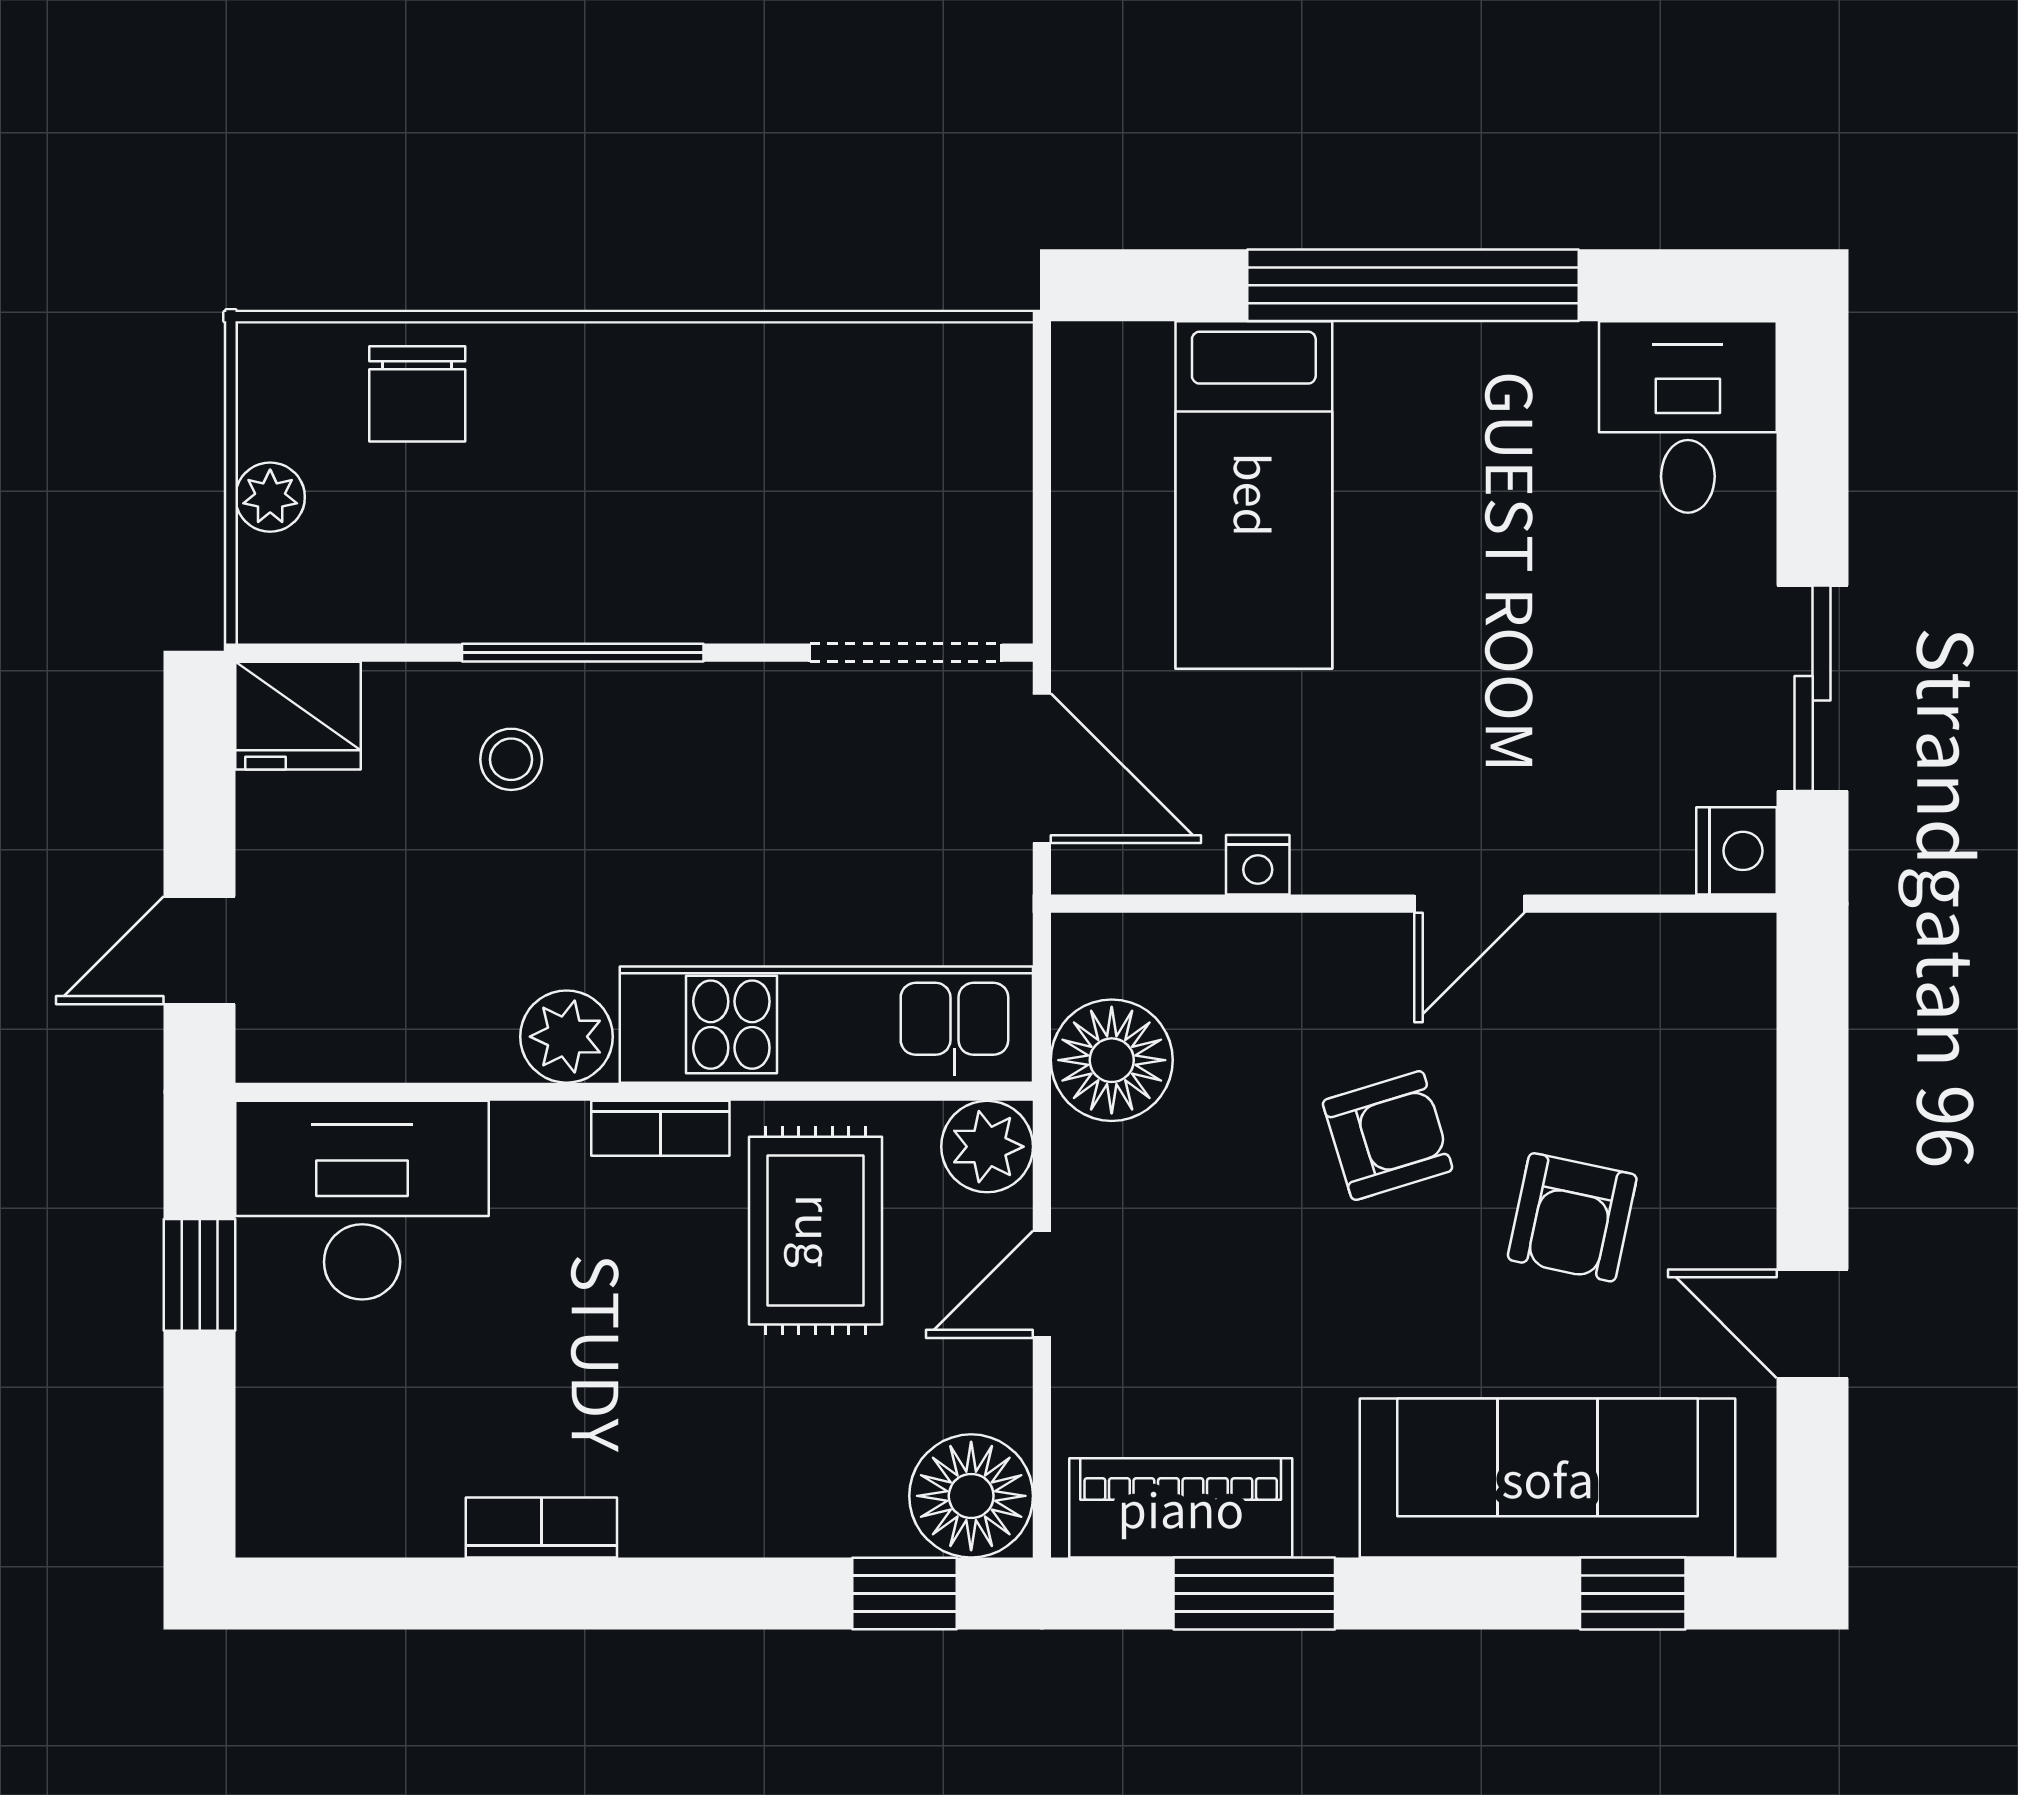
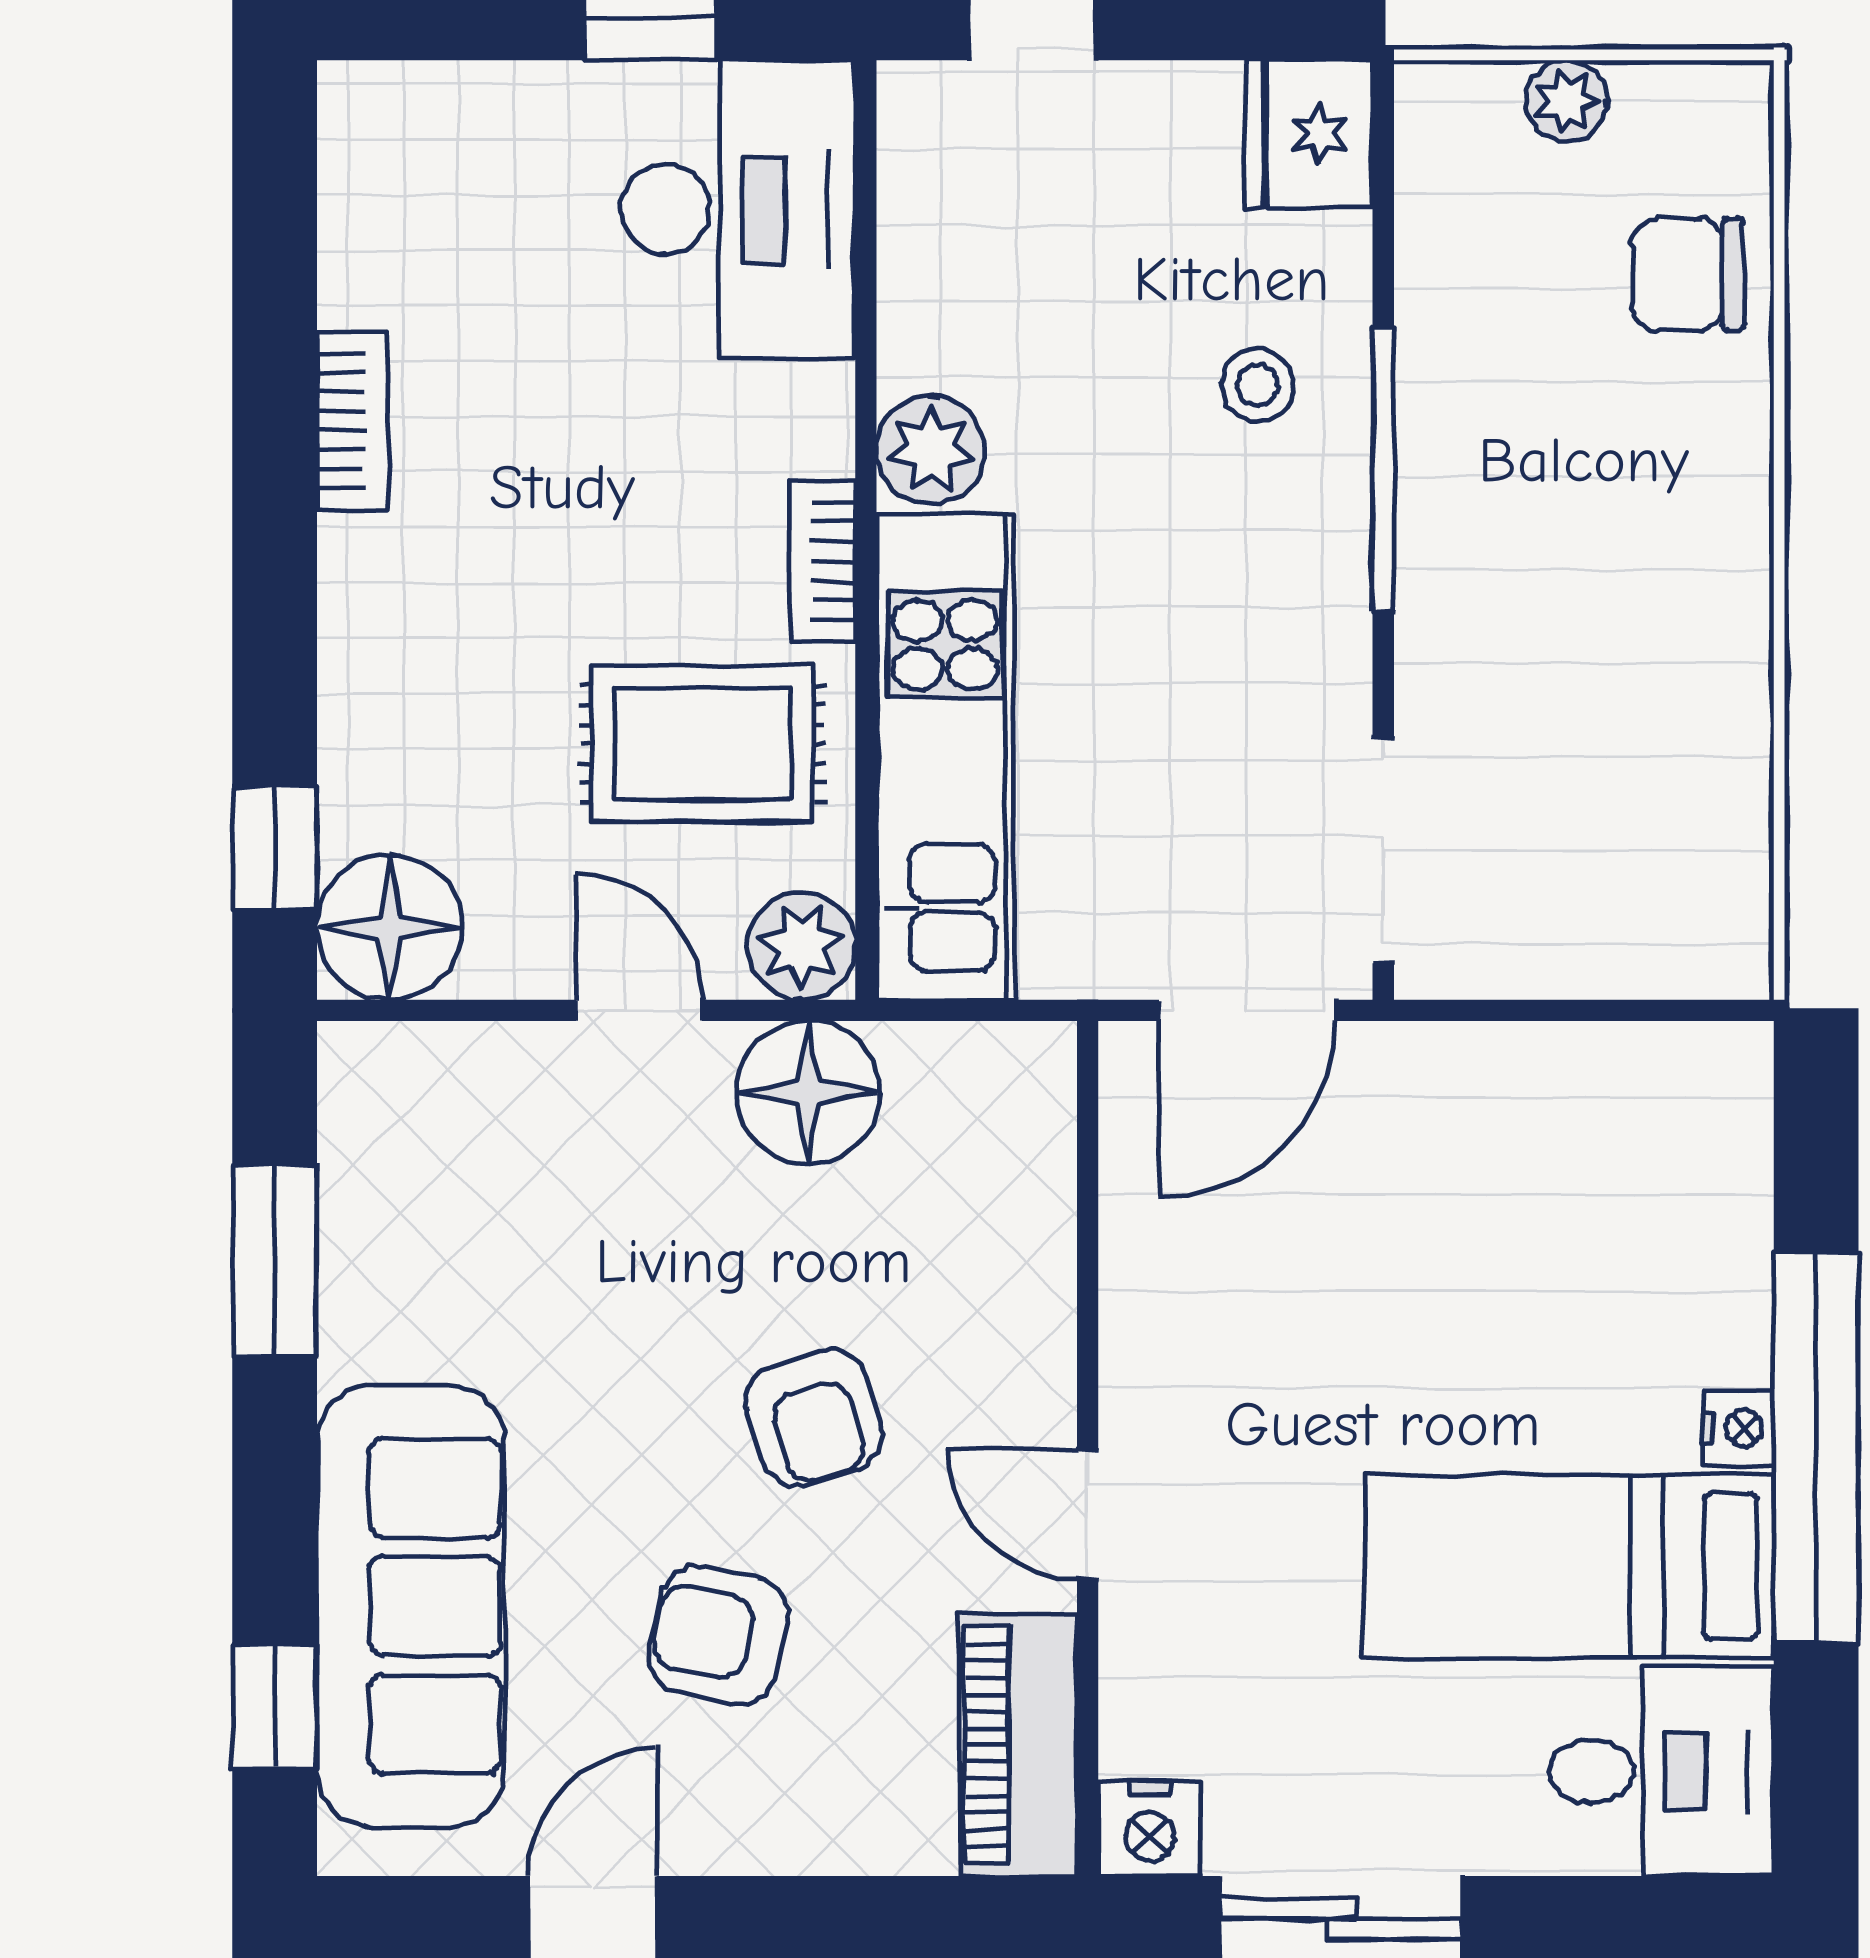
bed: (1254, 495) -> (1569, 1566), moved
nightstand: (1258, 865) -> (1739, 1428), moved, turned 180
floor lamp: (1112, 1060) -> (808, 1093), moved
piano: (1181, 1508) -> (1018, 1745), moved, turned 180

